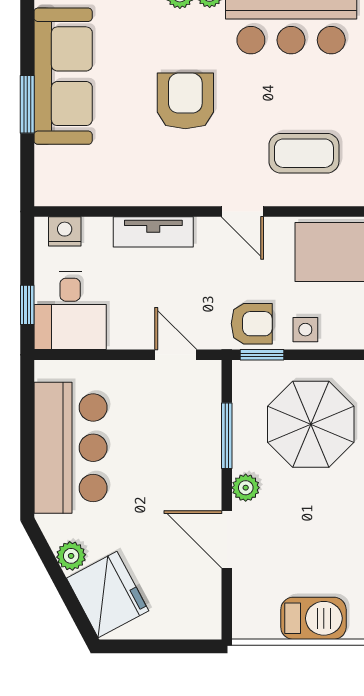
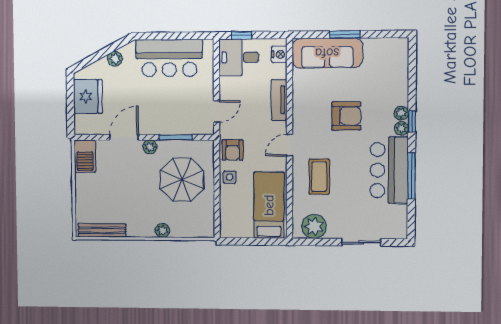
sofa: (63, 76) -> (327, 53), moved
window: (262, 355) -> (217, 155), removed
fridge: (108, 594) -> (88, 96), moved, turned -62
barbecue: (313, 618) -> (85, 156), moved

